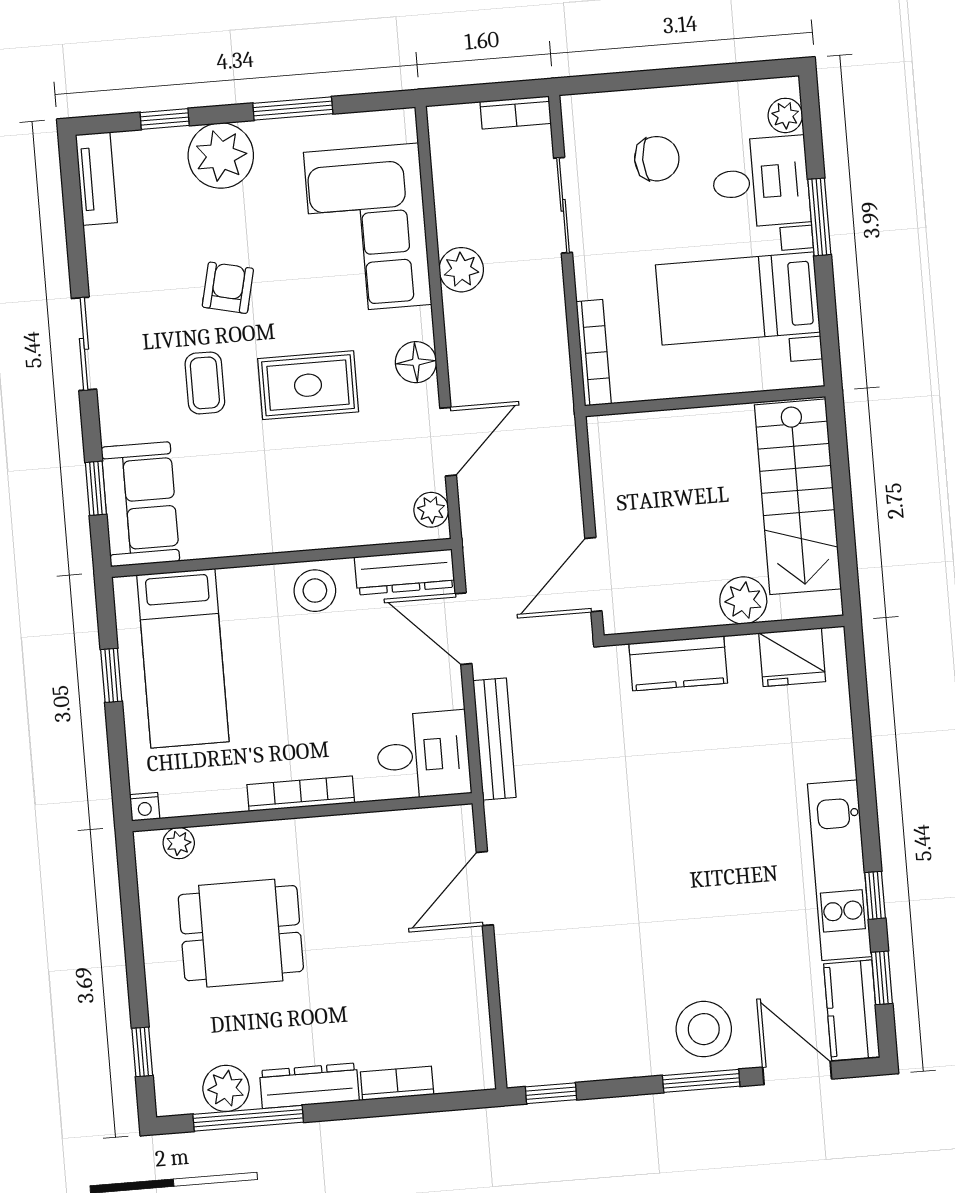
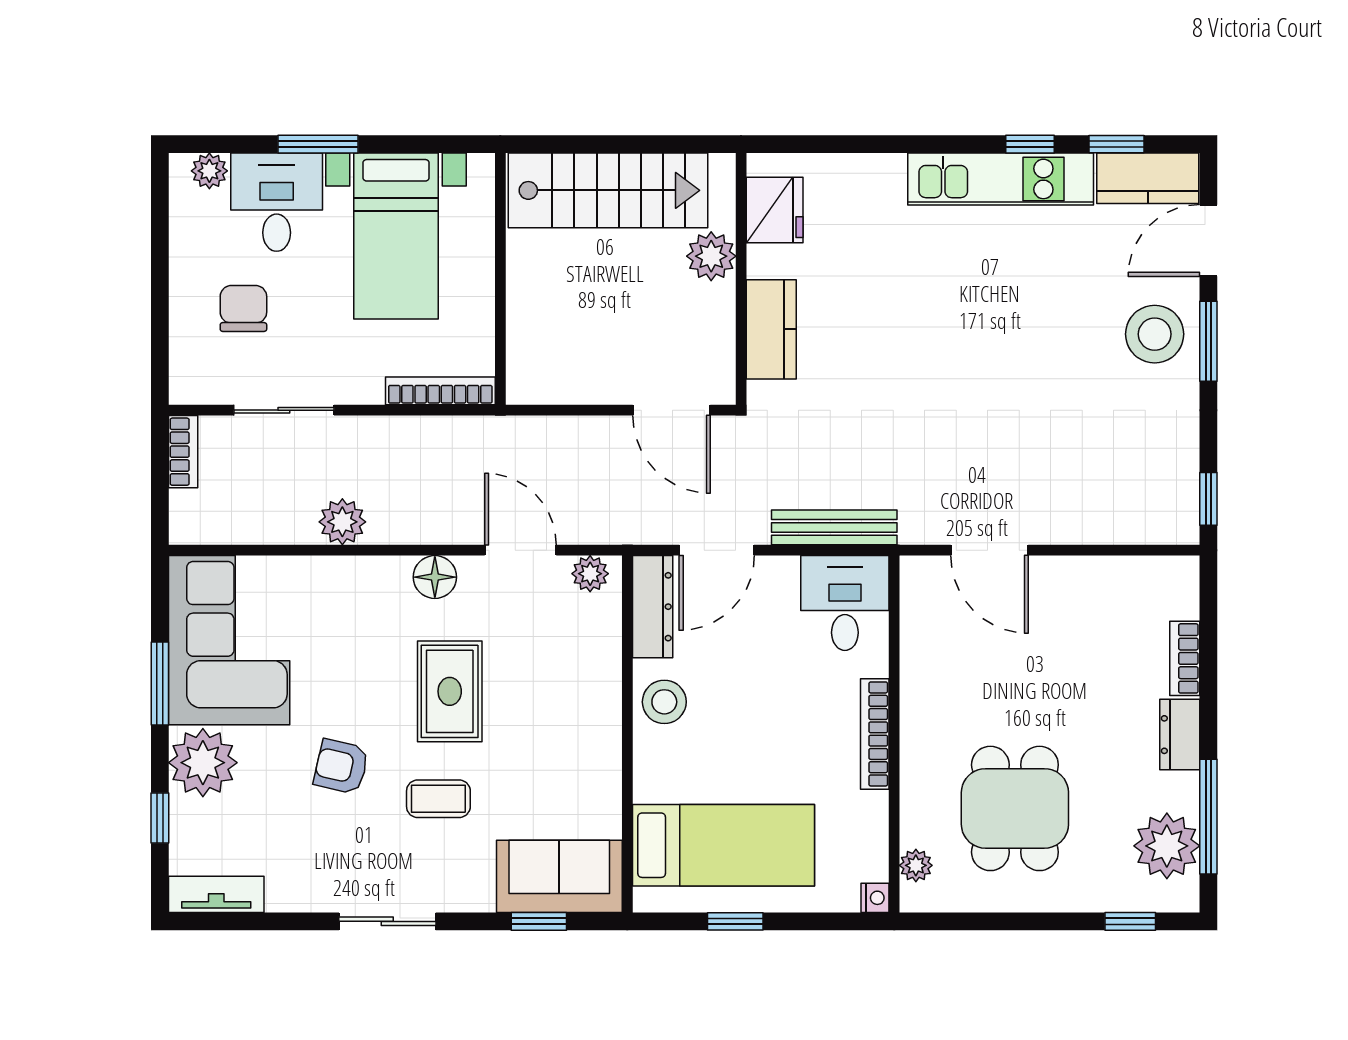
corner sofa: (368, 228) -> (229, 640), moved, turned -90
dresser: (309, 1086) -> (1180, 735), width x0.70
plant: (226, 1088) -> (1167, 846), width x1.36, depth x1.36

